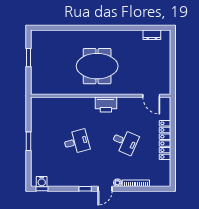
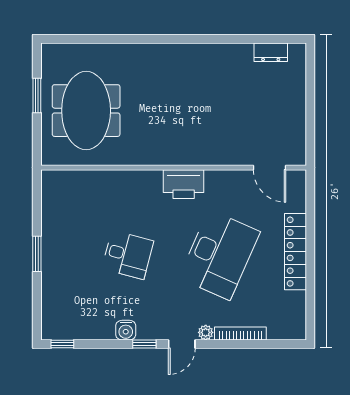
meeting table: (97, 66) -> (86, 111), moved, turned 90
desk: (76, 142) -> (128, 255), turned 30
desk: (125, 142) -> (219, 255), width x1.87, depth x1.30
water cooler: (42, 182) -> (126, 330), moved

